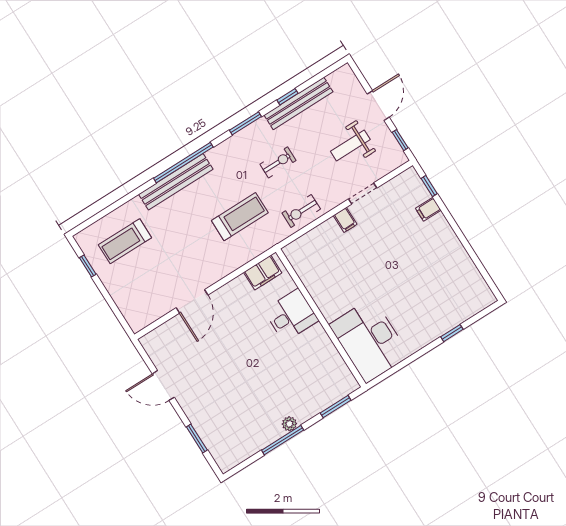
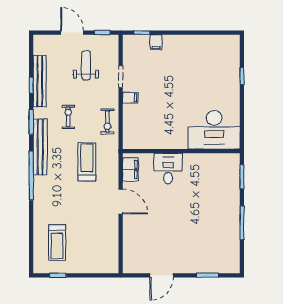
weight bench: (350, 145) -> (86, 65), turned 180
bench: (176, 182) -> (40, 147), moved
door: (192, 301) -> (121, 202), moved
plant: (289, 424) -> (235, 212), removed

